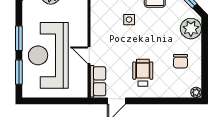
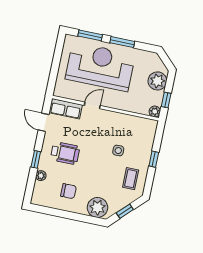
chair: (181, 61) -> (68, 191), turned 180
plant: (196, 92) -> (41, 176), moved
window: (155, 101) -> (36, 159), added

